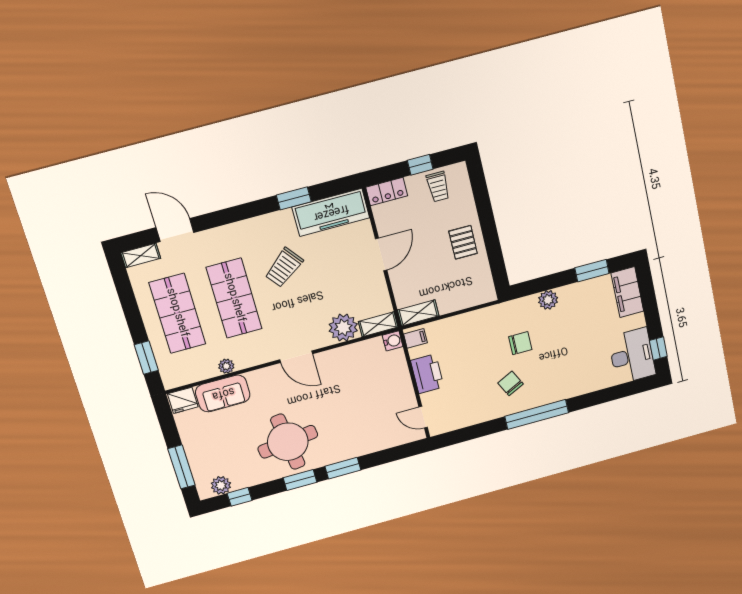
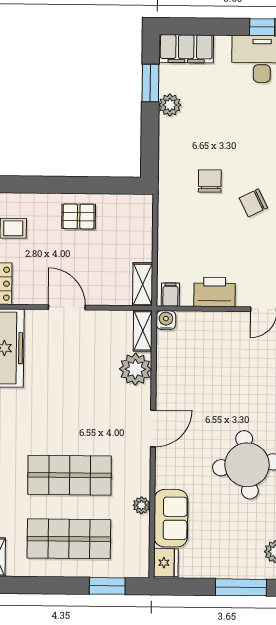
trolley: (284, 268) -> (52, 414), removed
plant: (548, 300) -> (170, 105), moved

